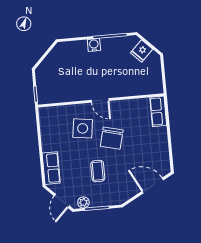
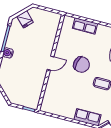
row of seats: (158, 111) -> (85, 26), moved
side table: (83, 128) -> (67, 83), removed

